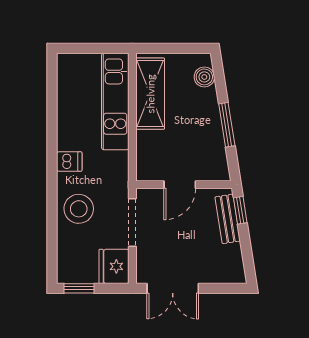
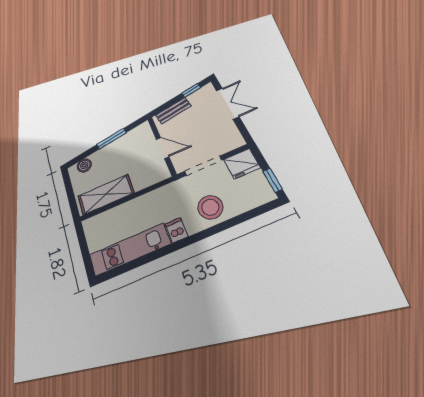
kitchen unit: (115, 101) -> (130, 249), moved, turned 180
window: (240, 210) -> (191, 90), moved
double door: (173, 288) -> (227, 103), moved

